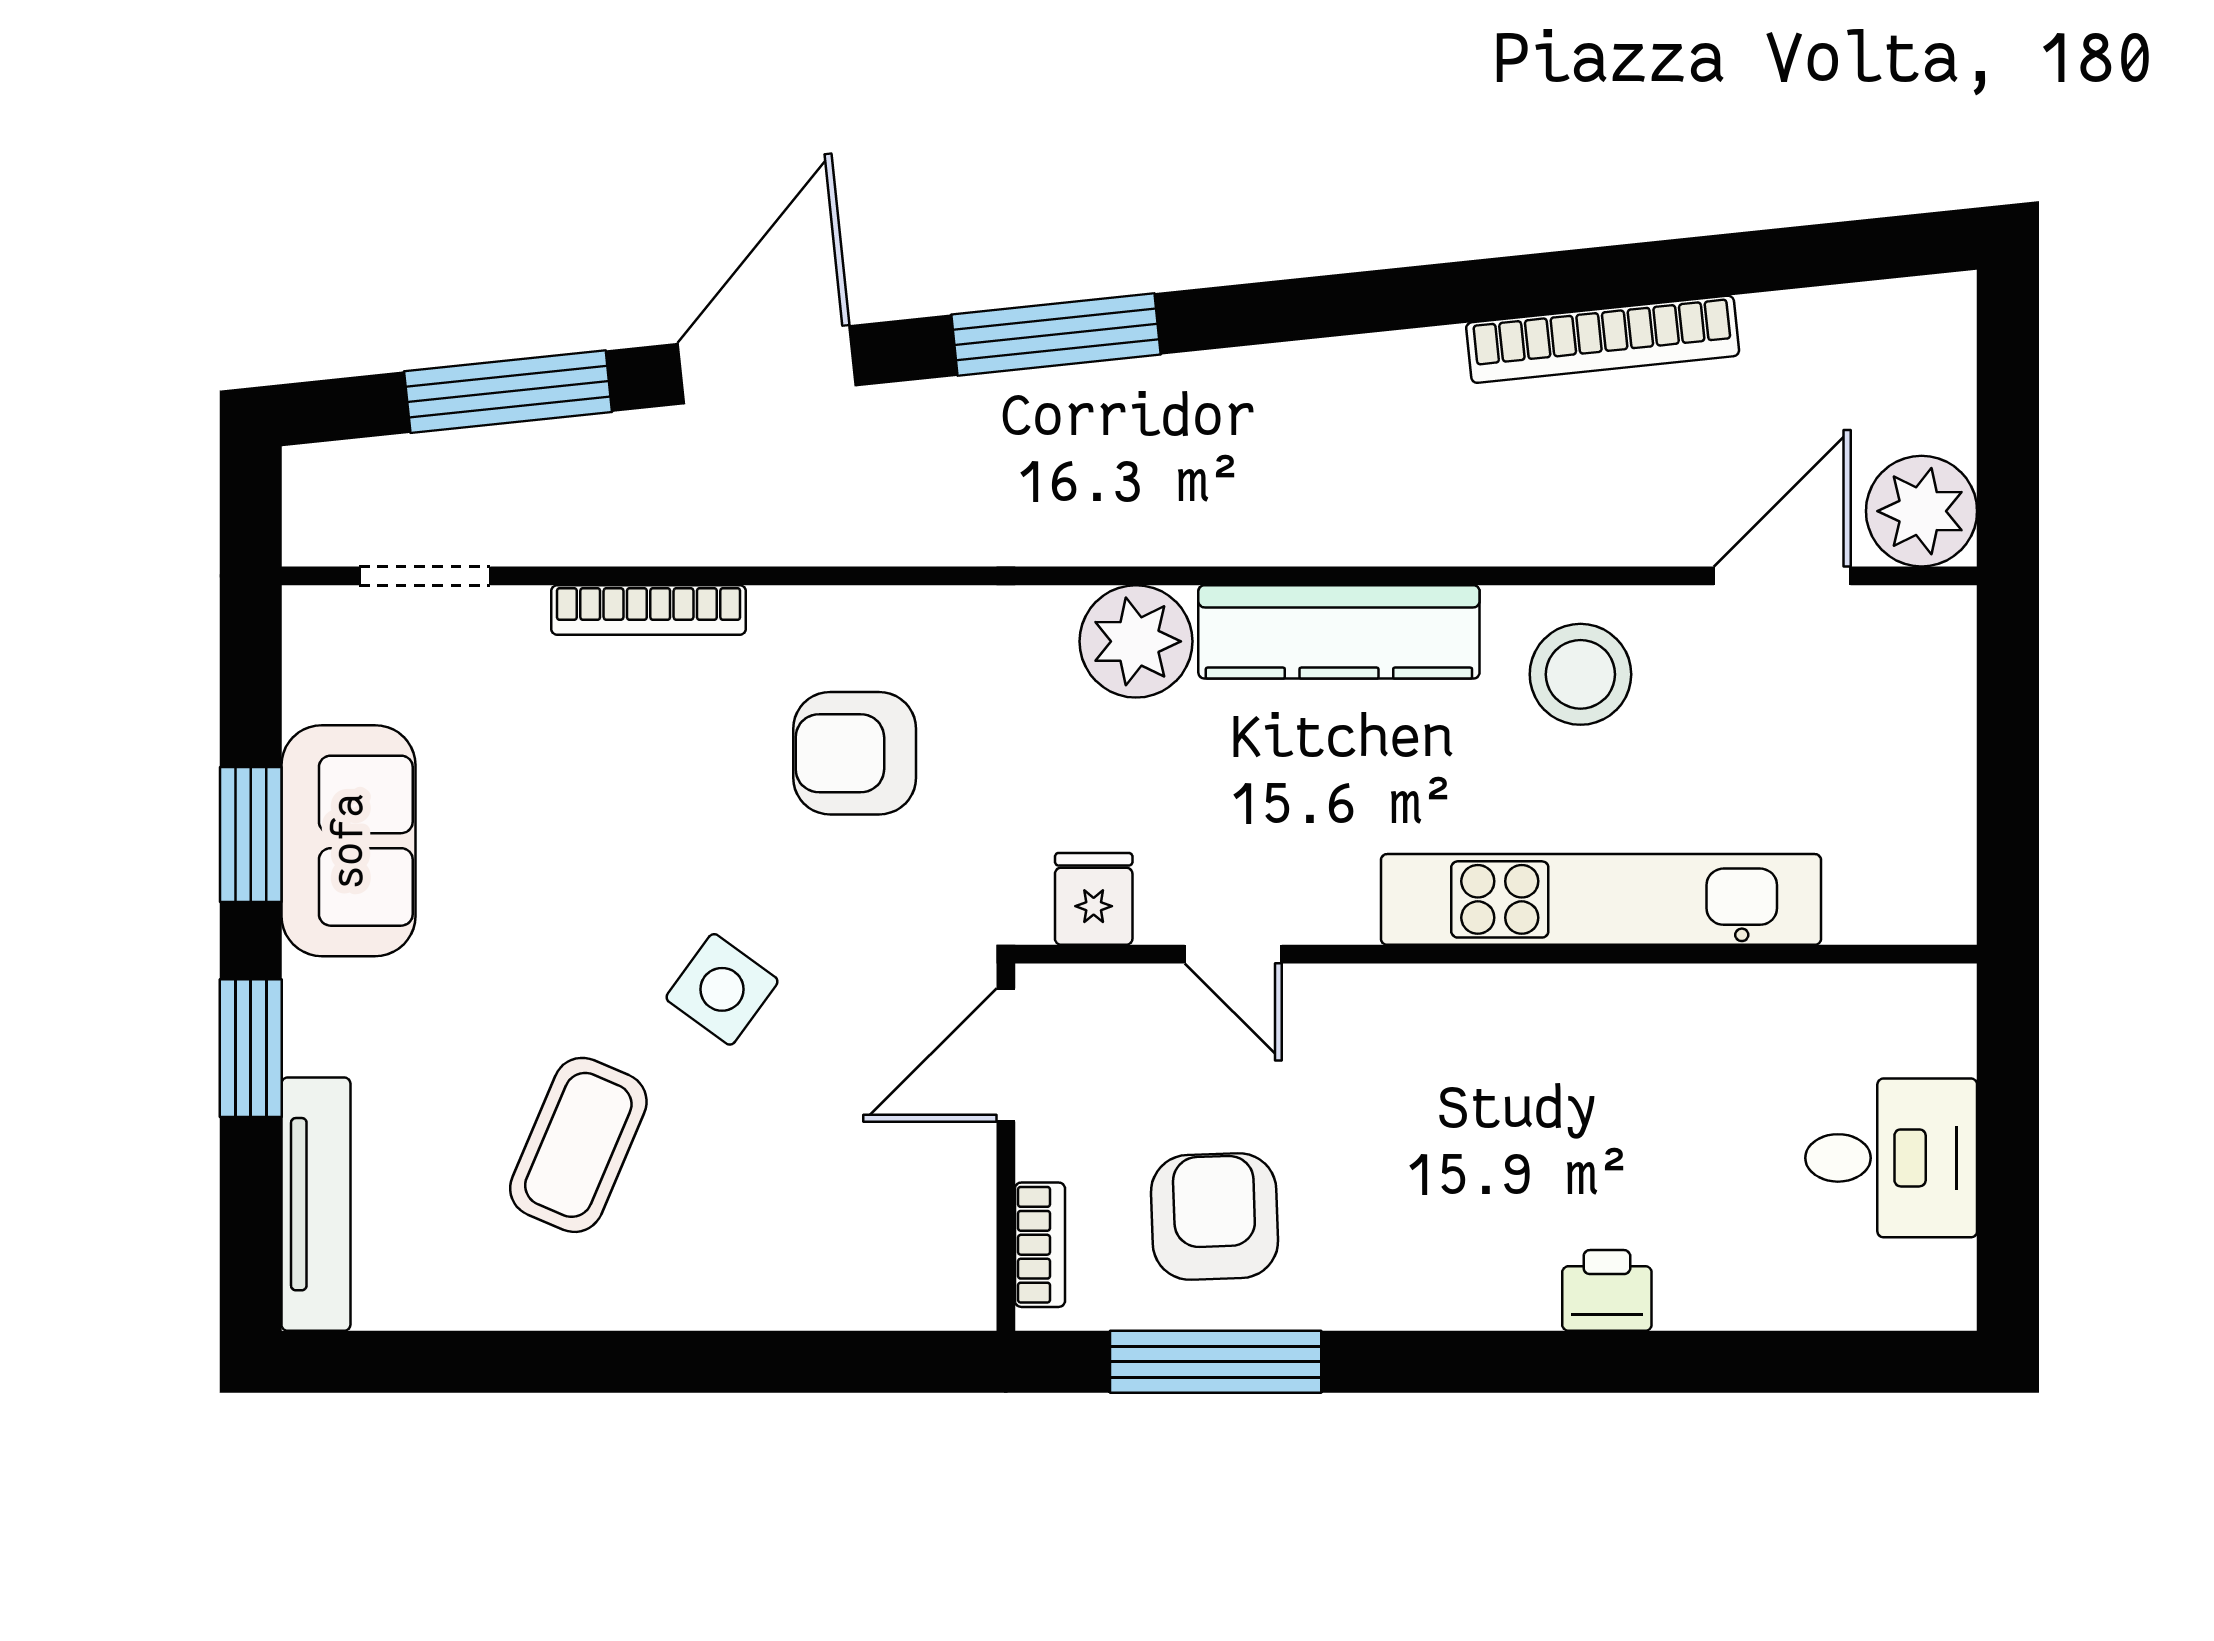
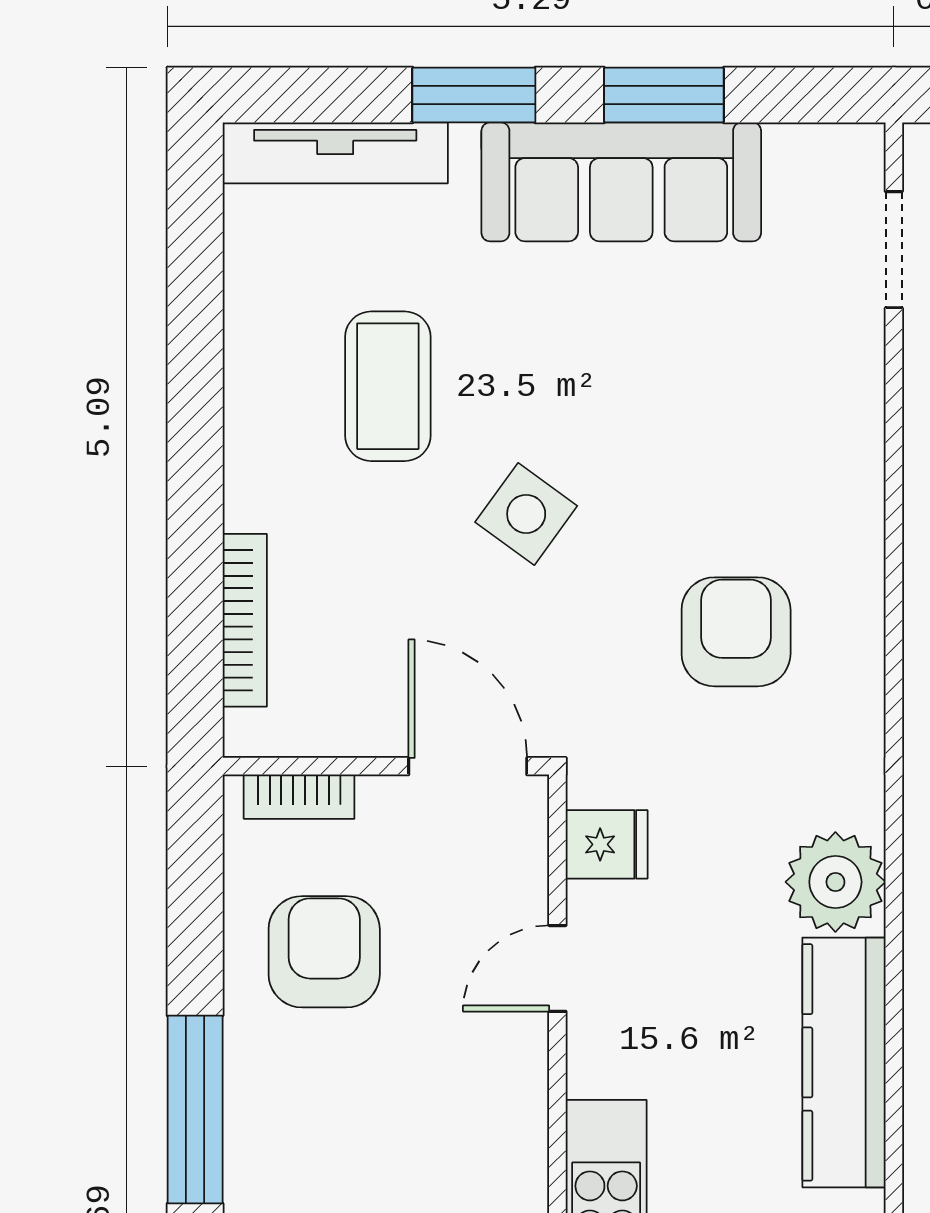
bookcase: (649, 610) -> (245, 620), moved, turned 180
sofa: (348, 841) -> (621, 182), width x1.36
coffee table: (578, 1145) -> (388, 386), turned 67
armchair: (1214, 1216) -> (324, 952), turned -88
window: (1216, 1362) -> (195, 1109), moved

